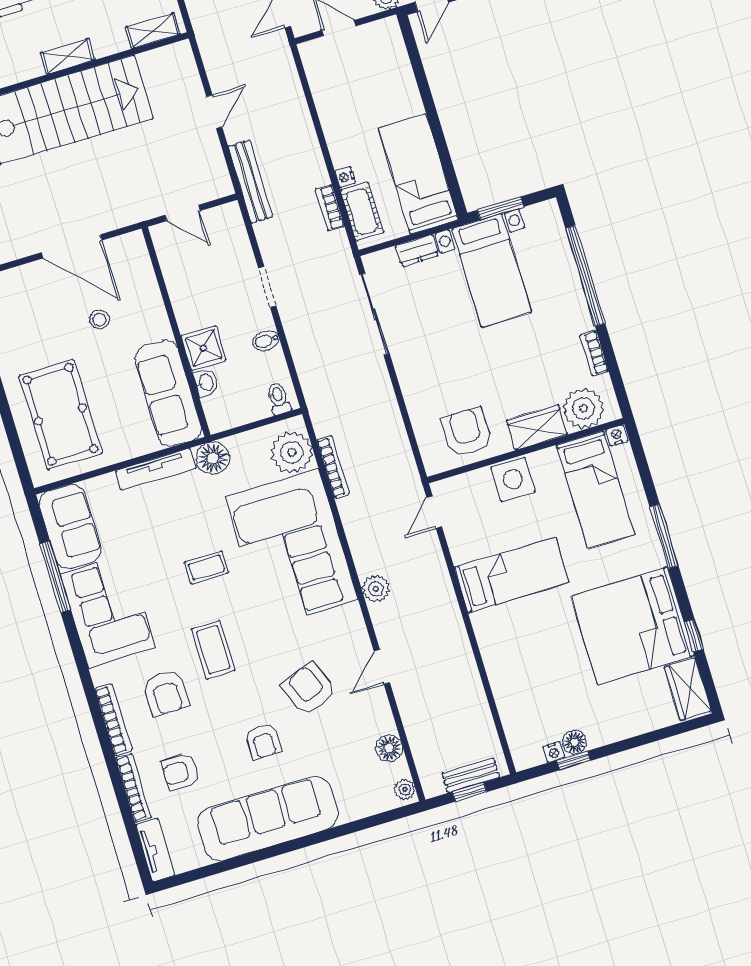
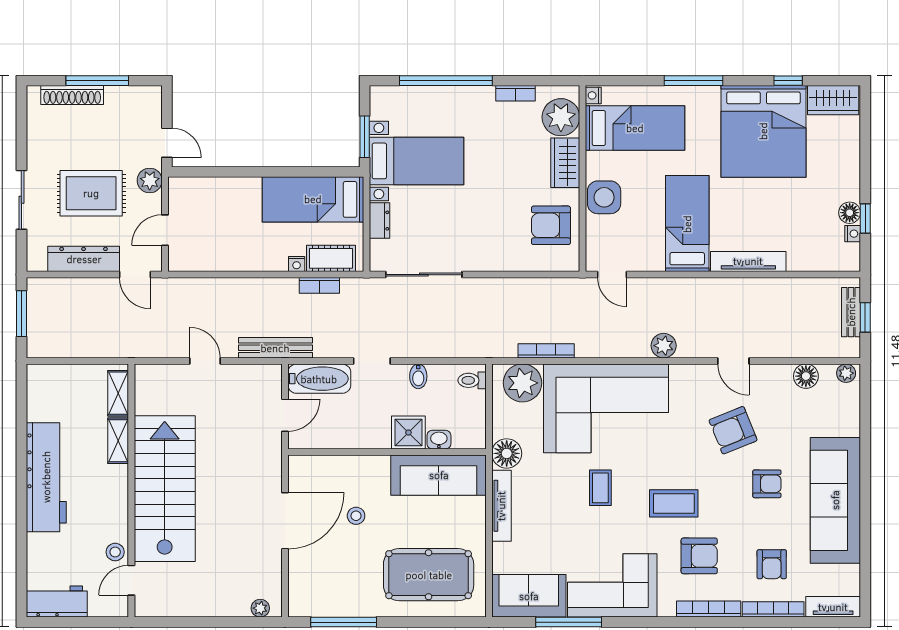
shelving: (68, 56) -> (118, 441), moved
bathtub: (232, 237) -> (319, 379), added
tv unit: (491, 651) -> (748, 261), added

